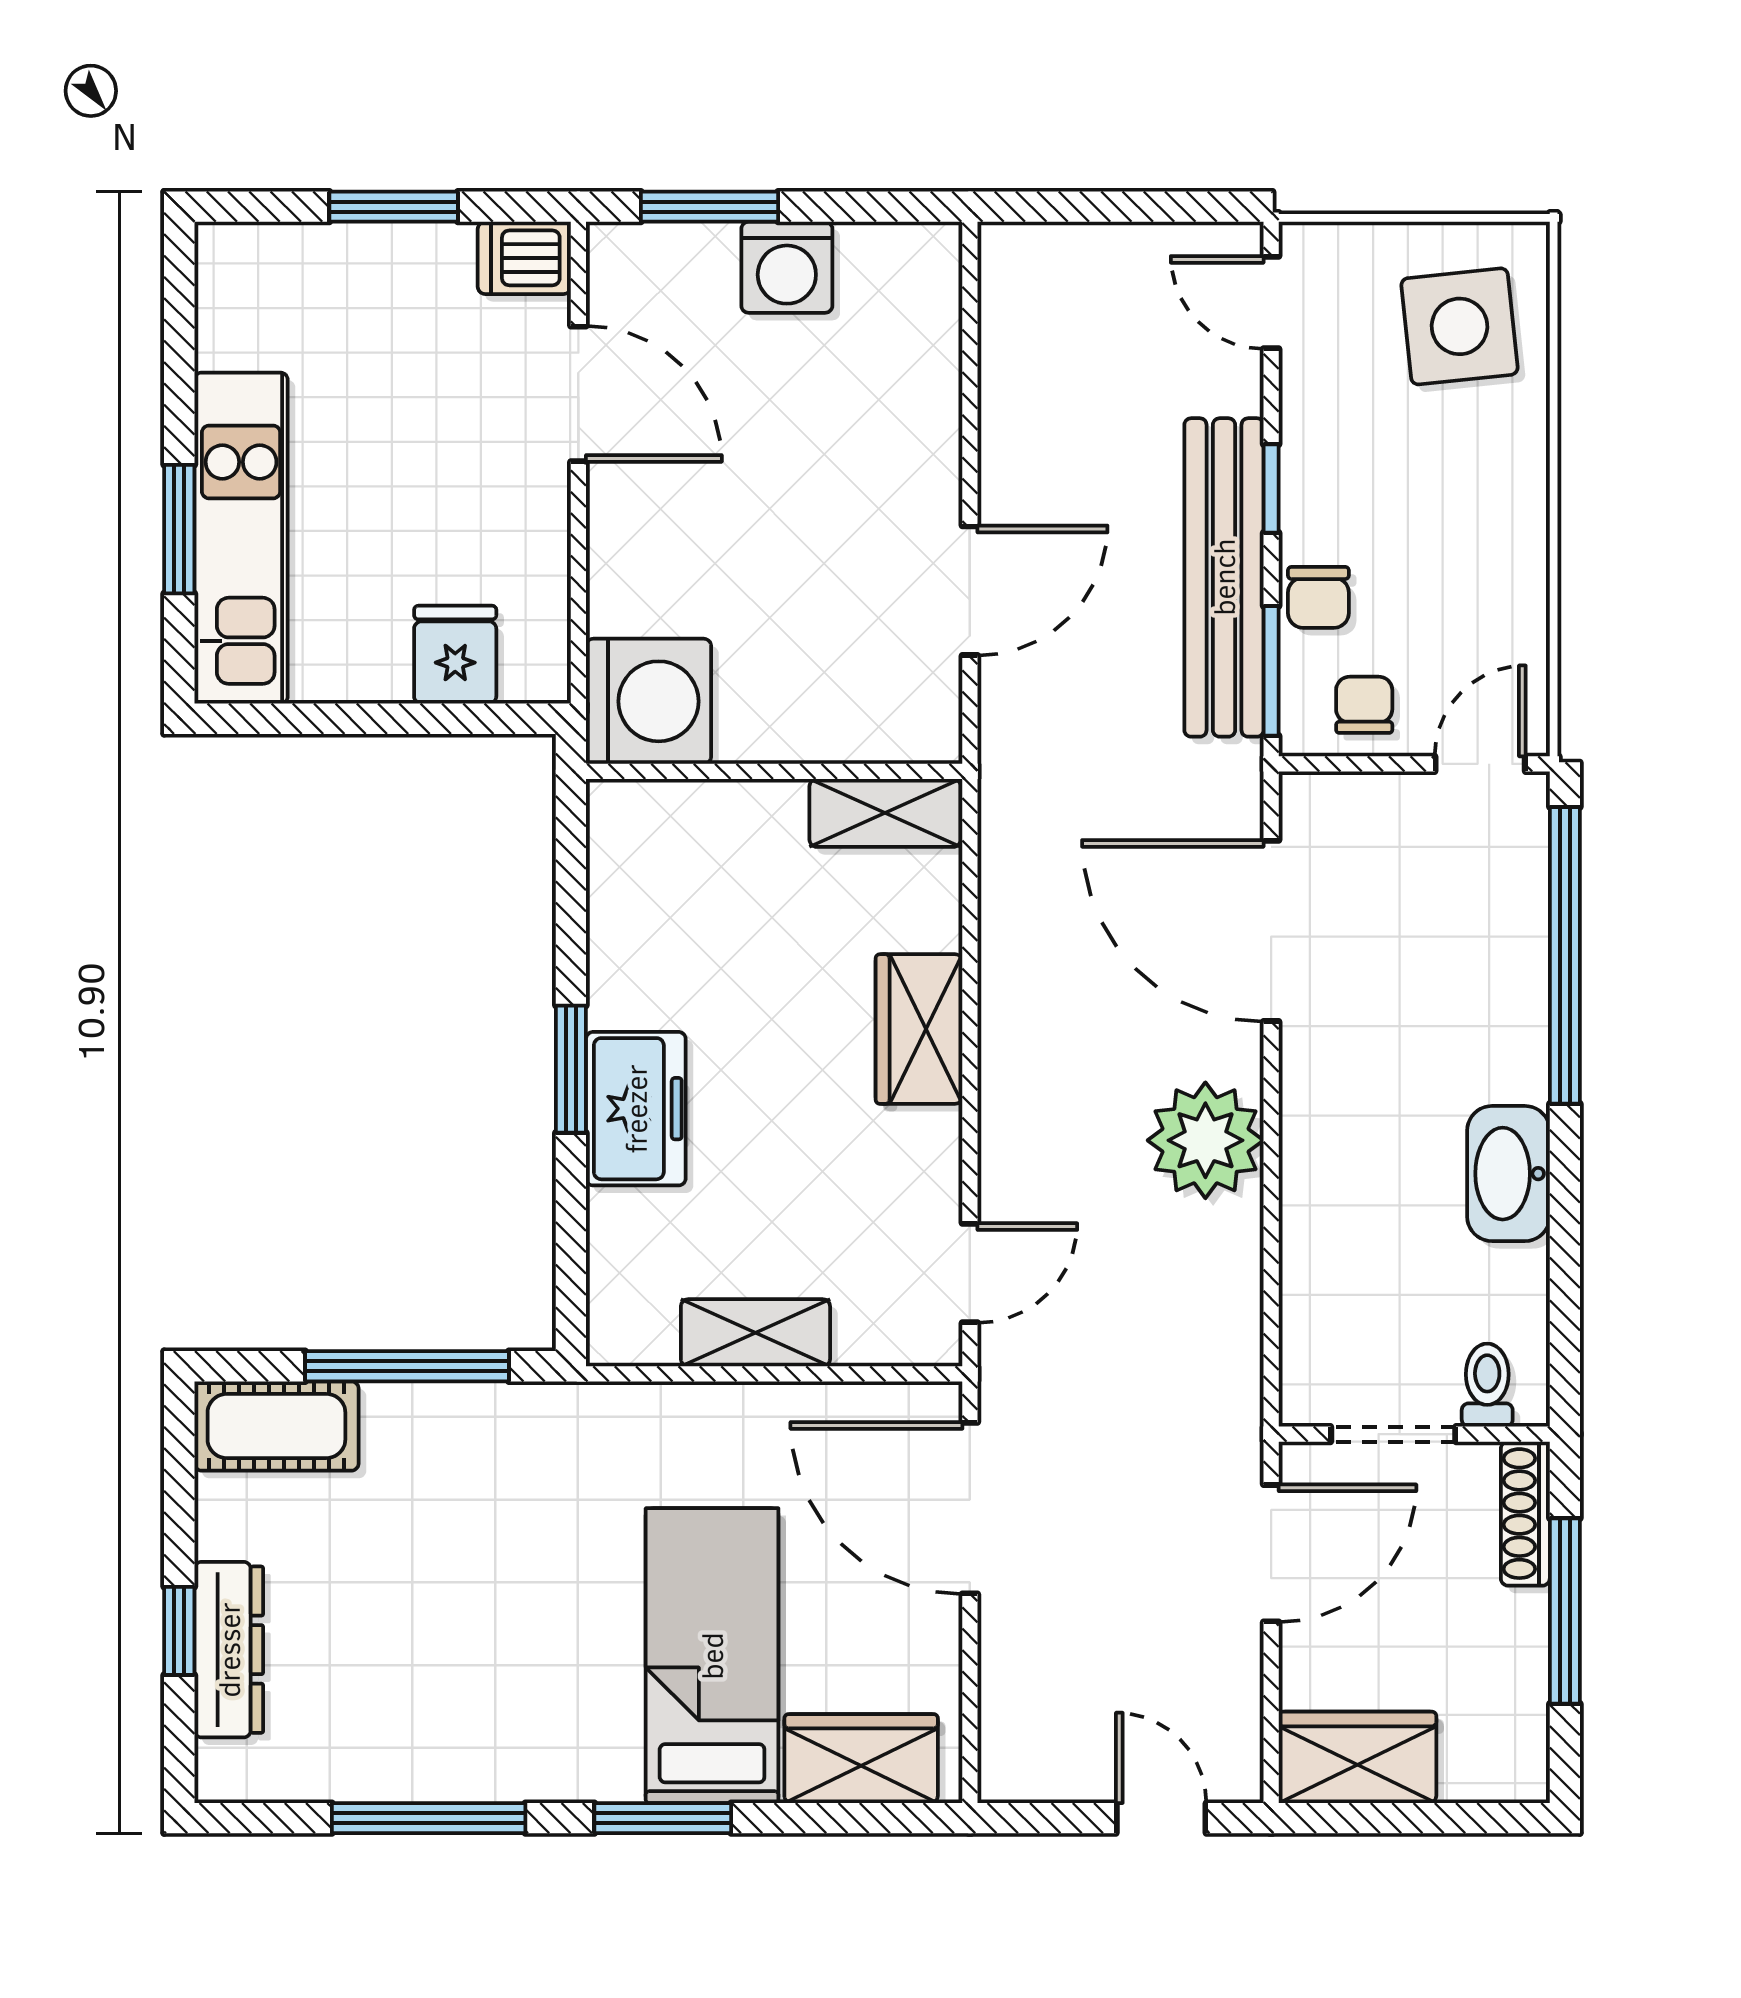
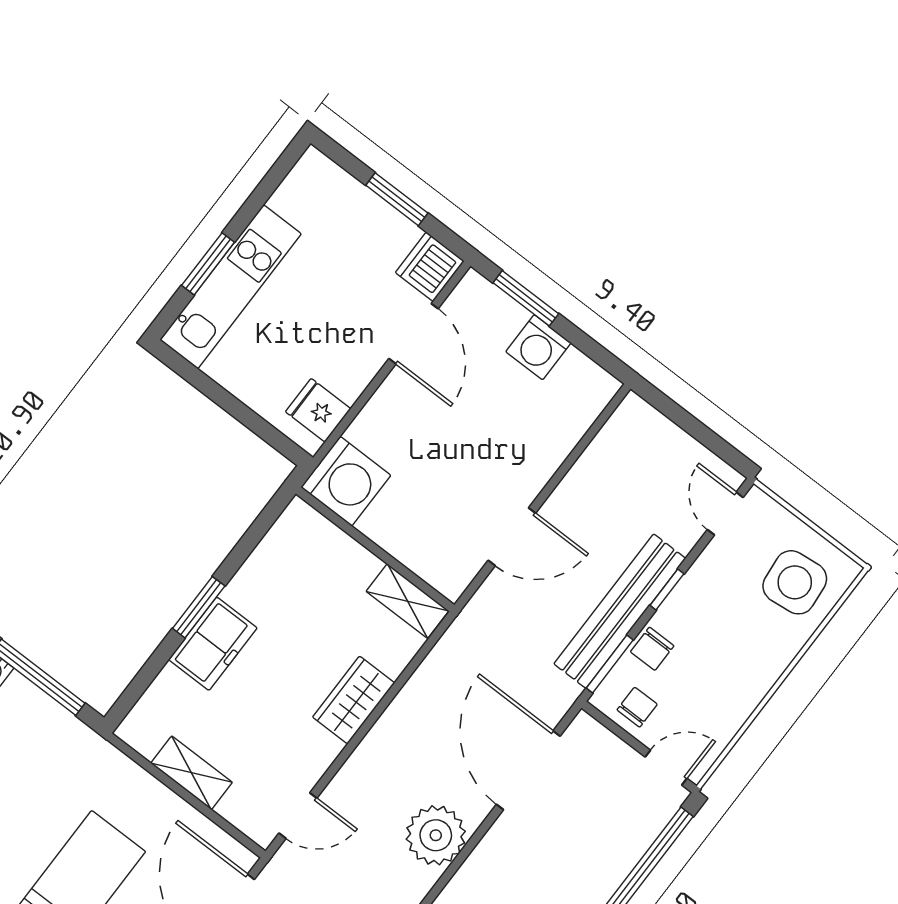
dishwasher: (524, 258) -> (430, 267), width x1.38
fridge: (455, 655) -> (318, 410), moved, turned -90

